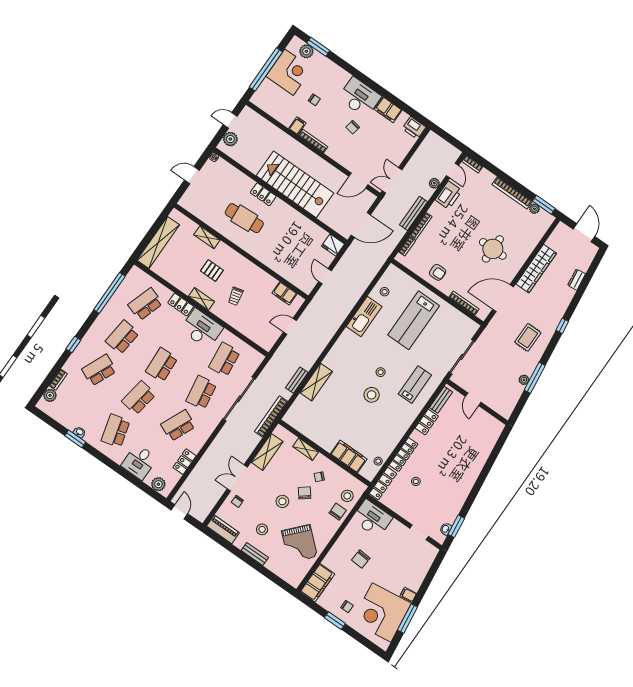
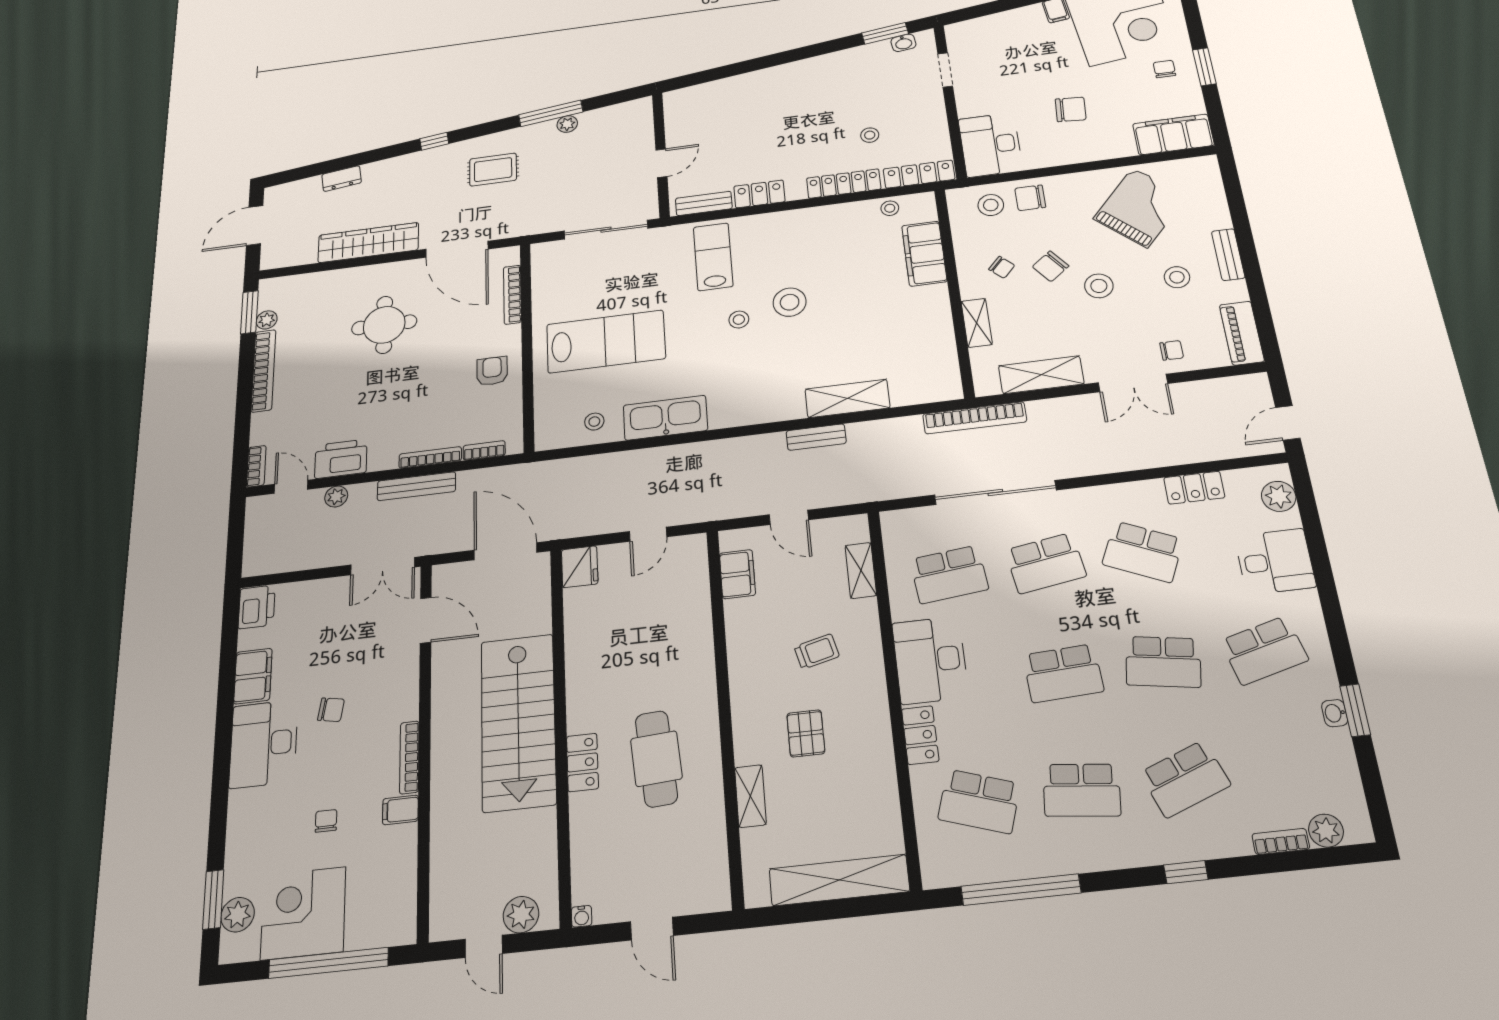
door: (453, 170) -> (291, 487), hinge flipped
shelving: (201, 299) -> (861, 570), moved
school desk: (99, 370) -> (1185, 779), turned -45
bench: (297, 380) -> (816, 437), moved
lab bench: (415, 385) -> (713, 257), turned 90

